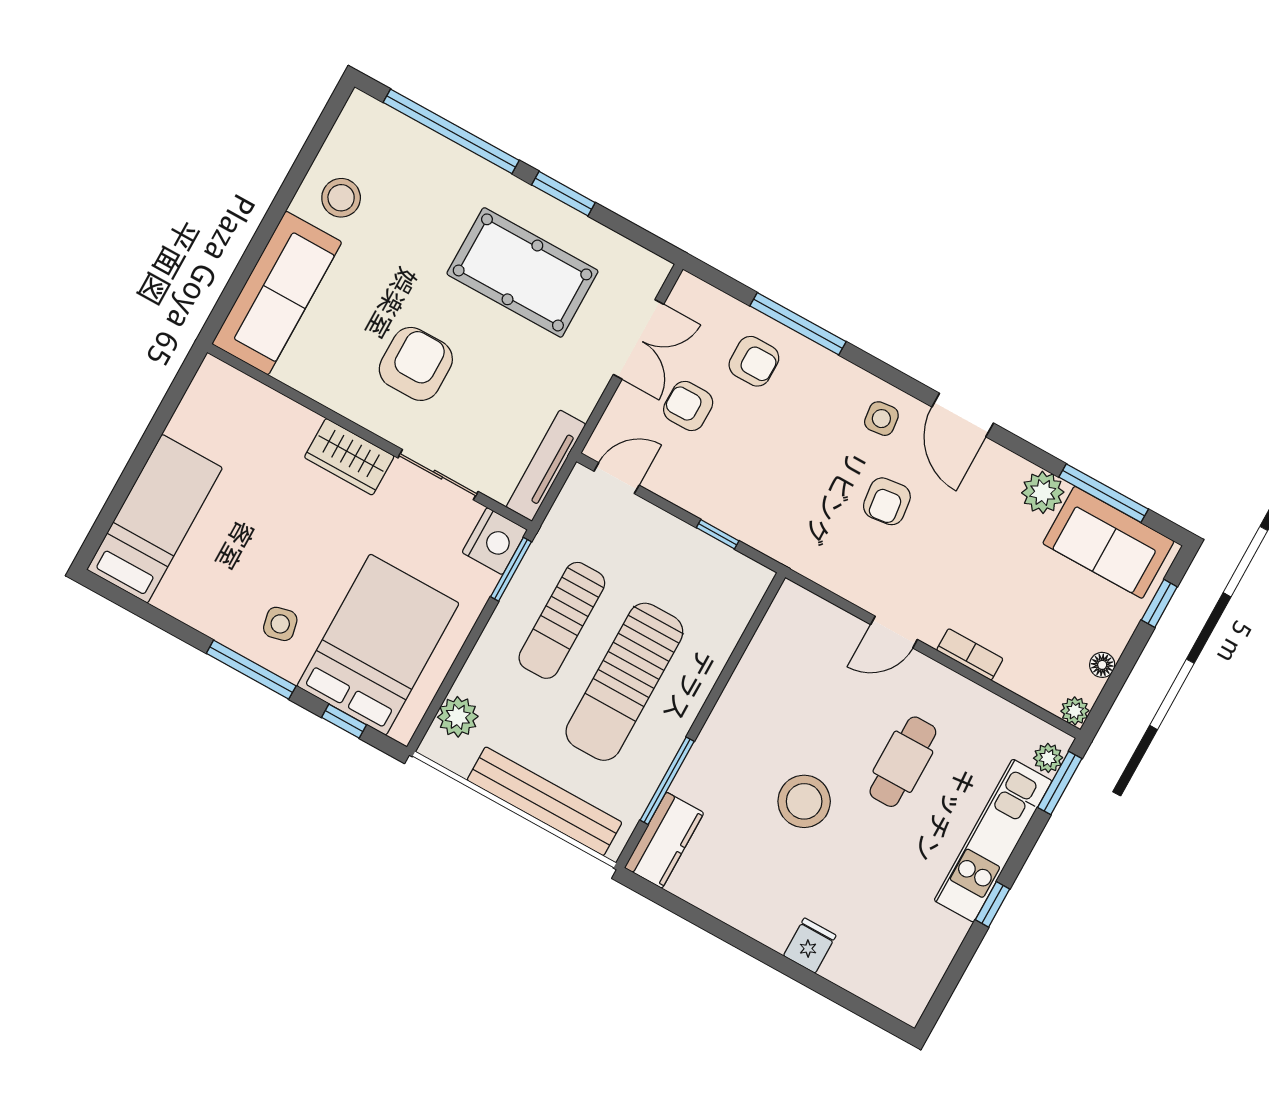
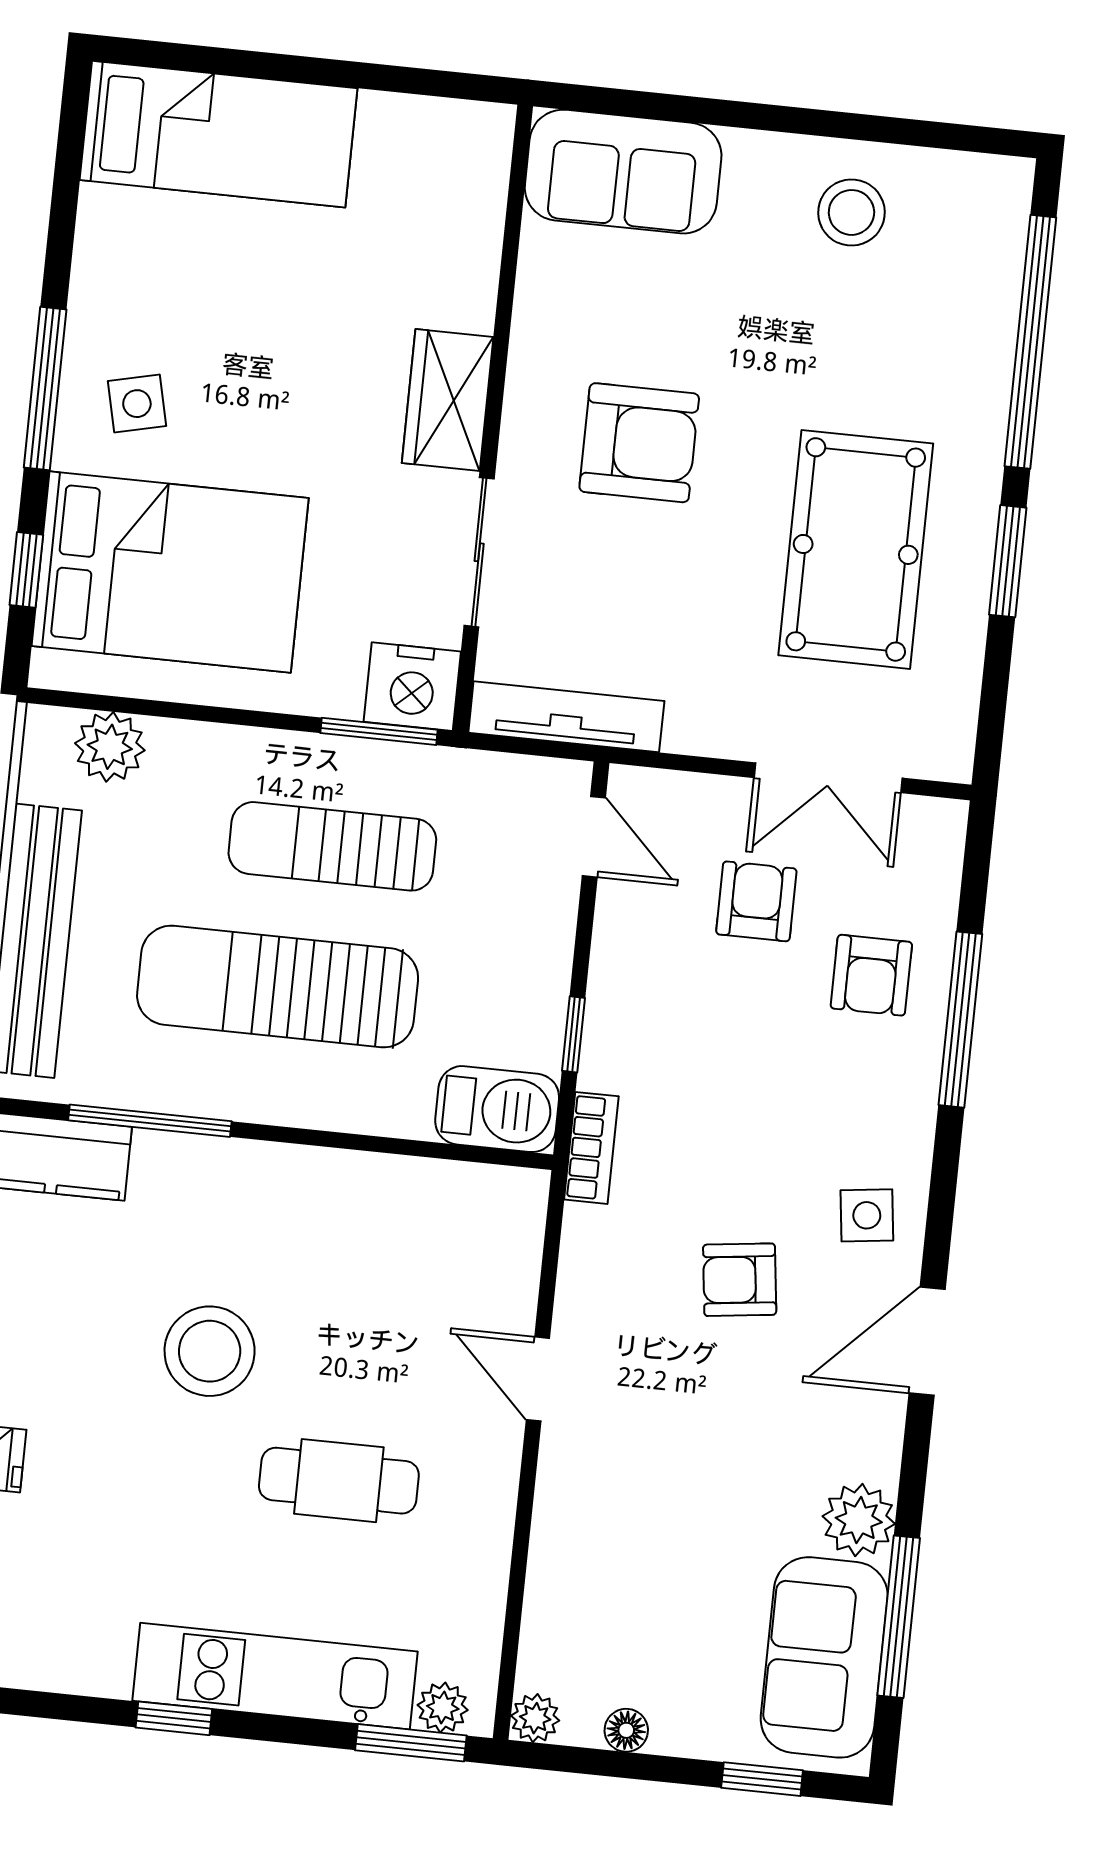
sofa: (277, 293) -> (623, 172), width x0.73
barbecue: (740, 592) -> (497, 1109), added
bookcase: (970, 654) -> (591, 1148), moved

